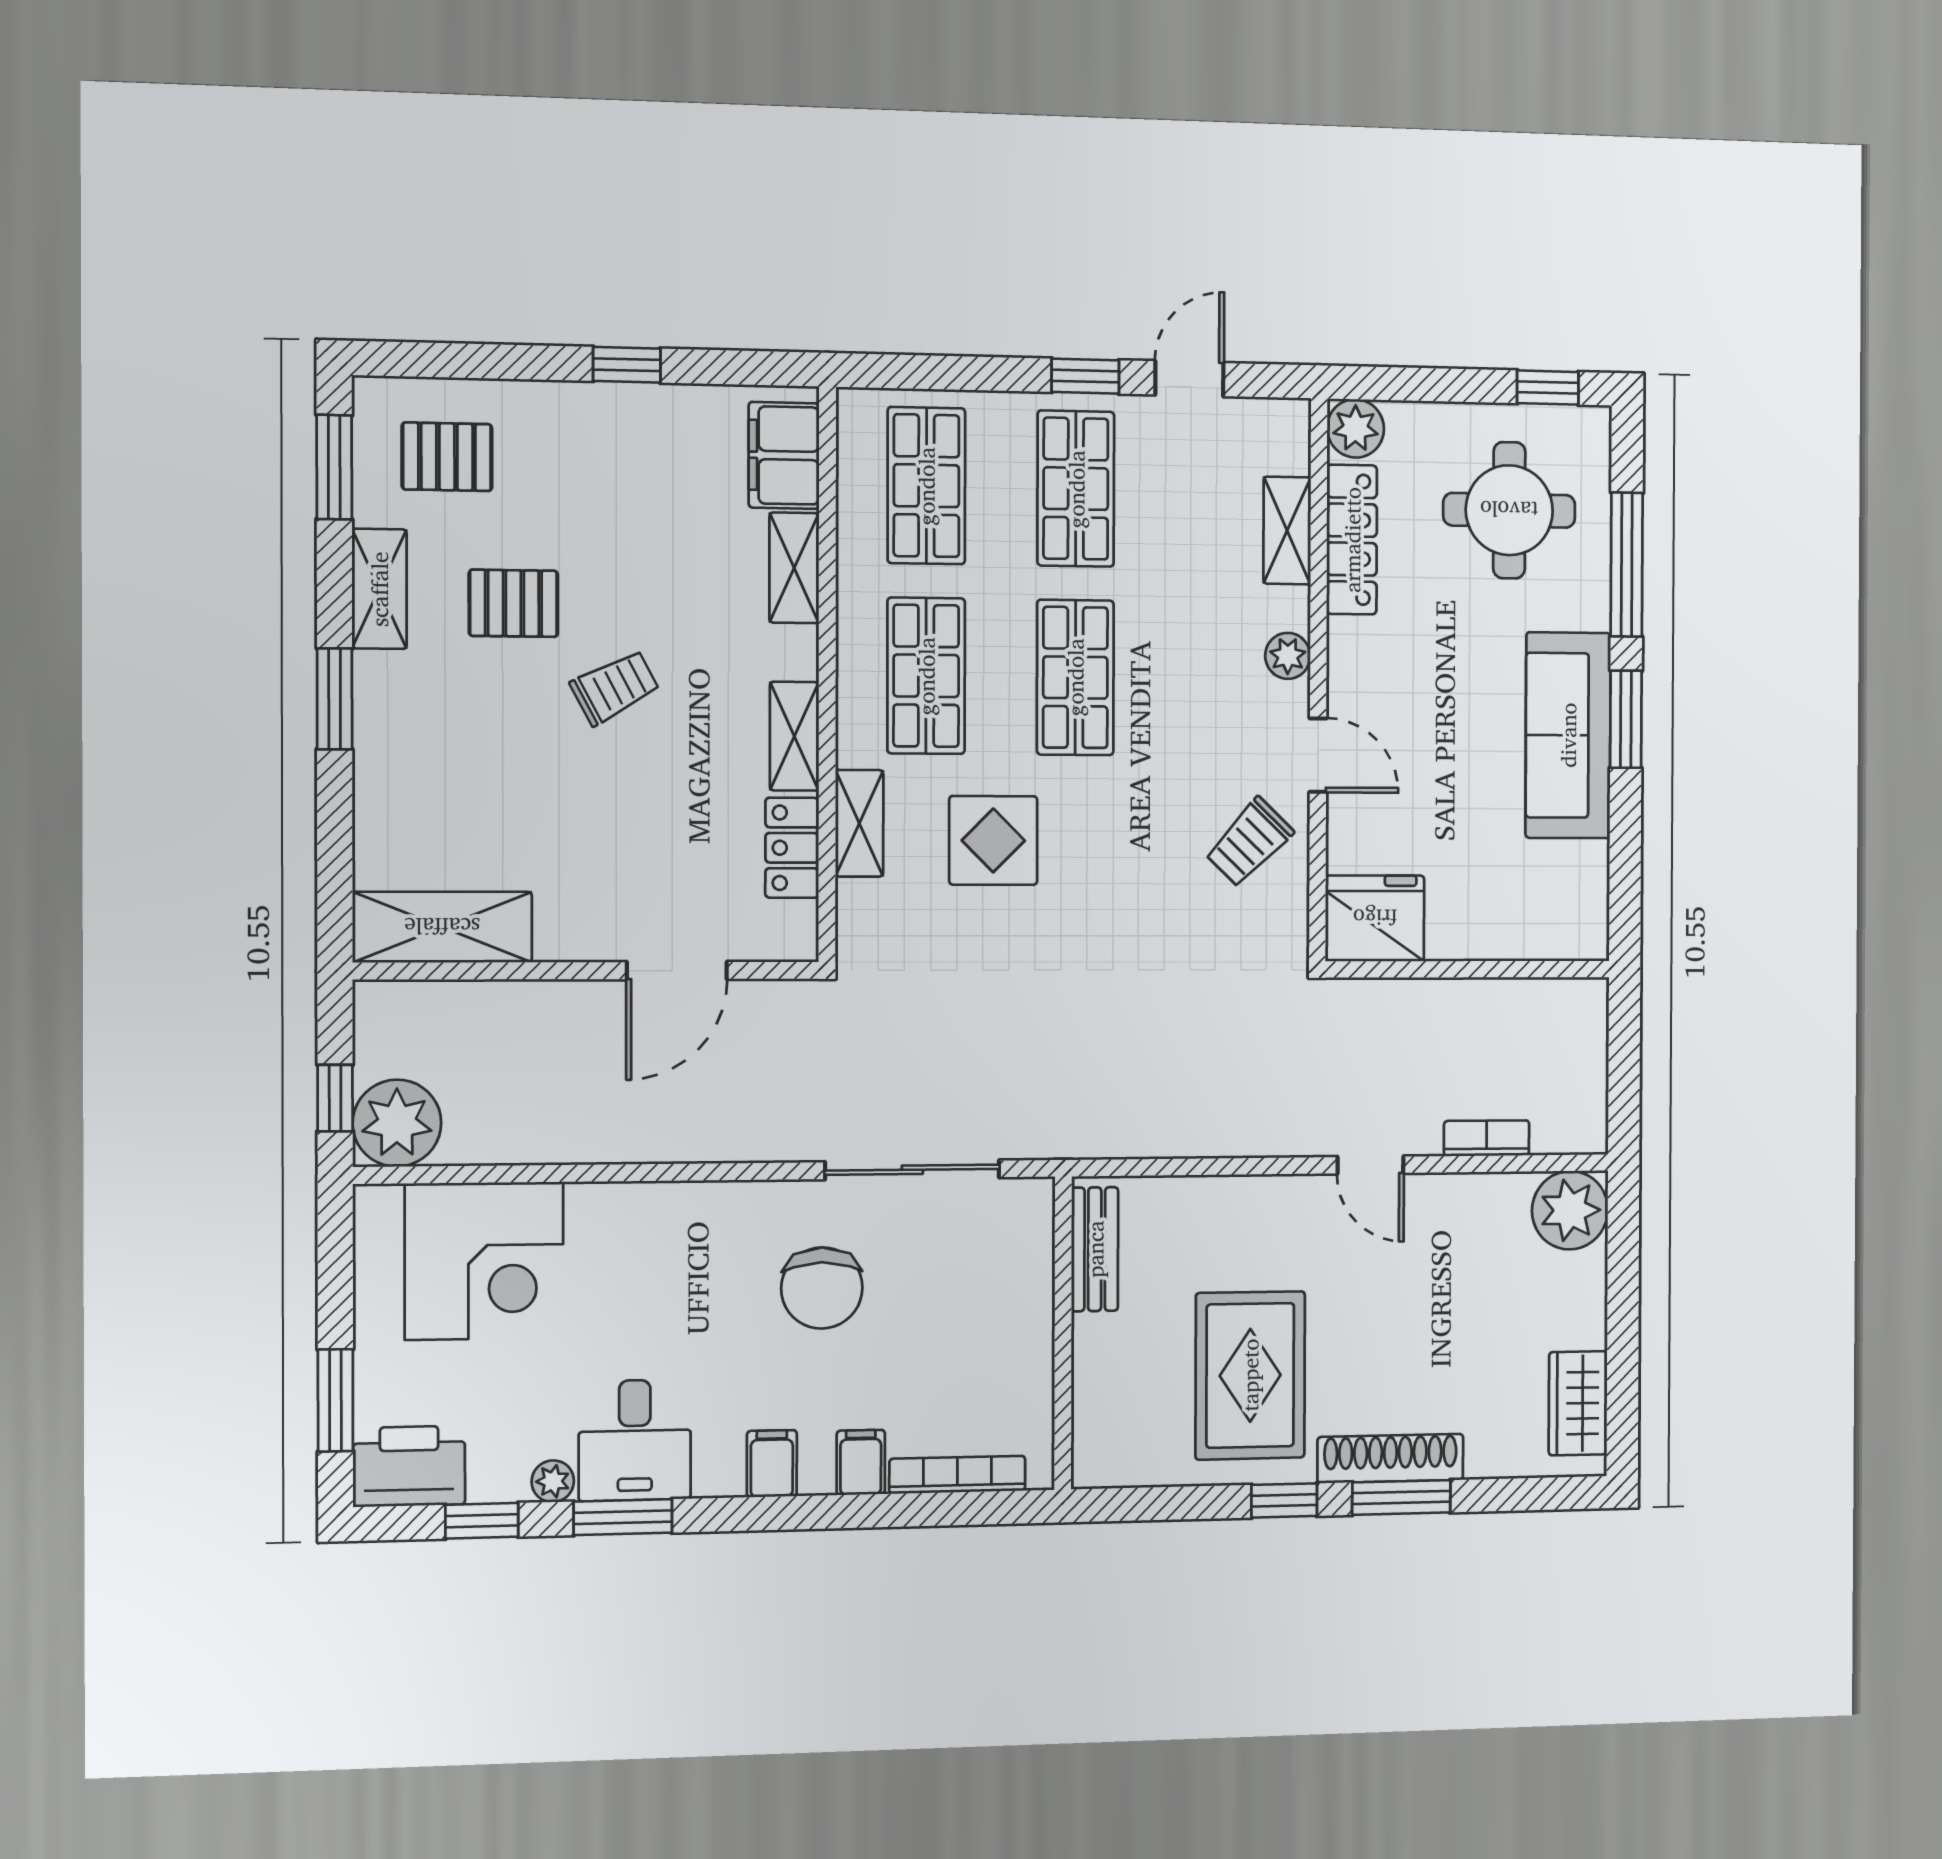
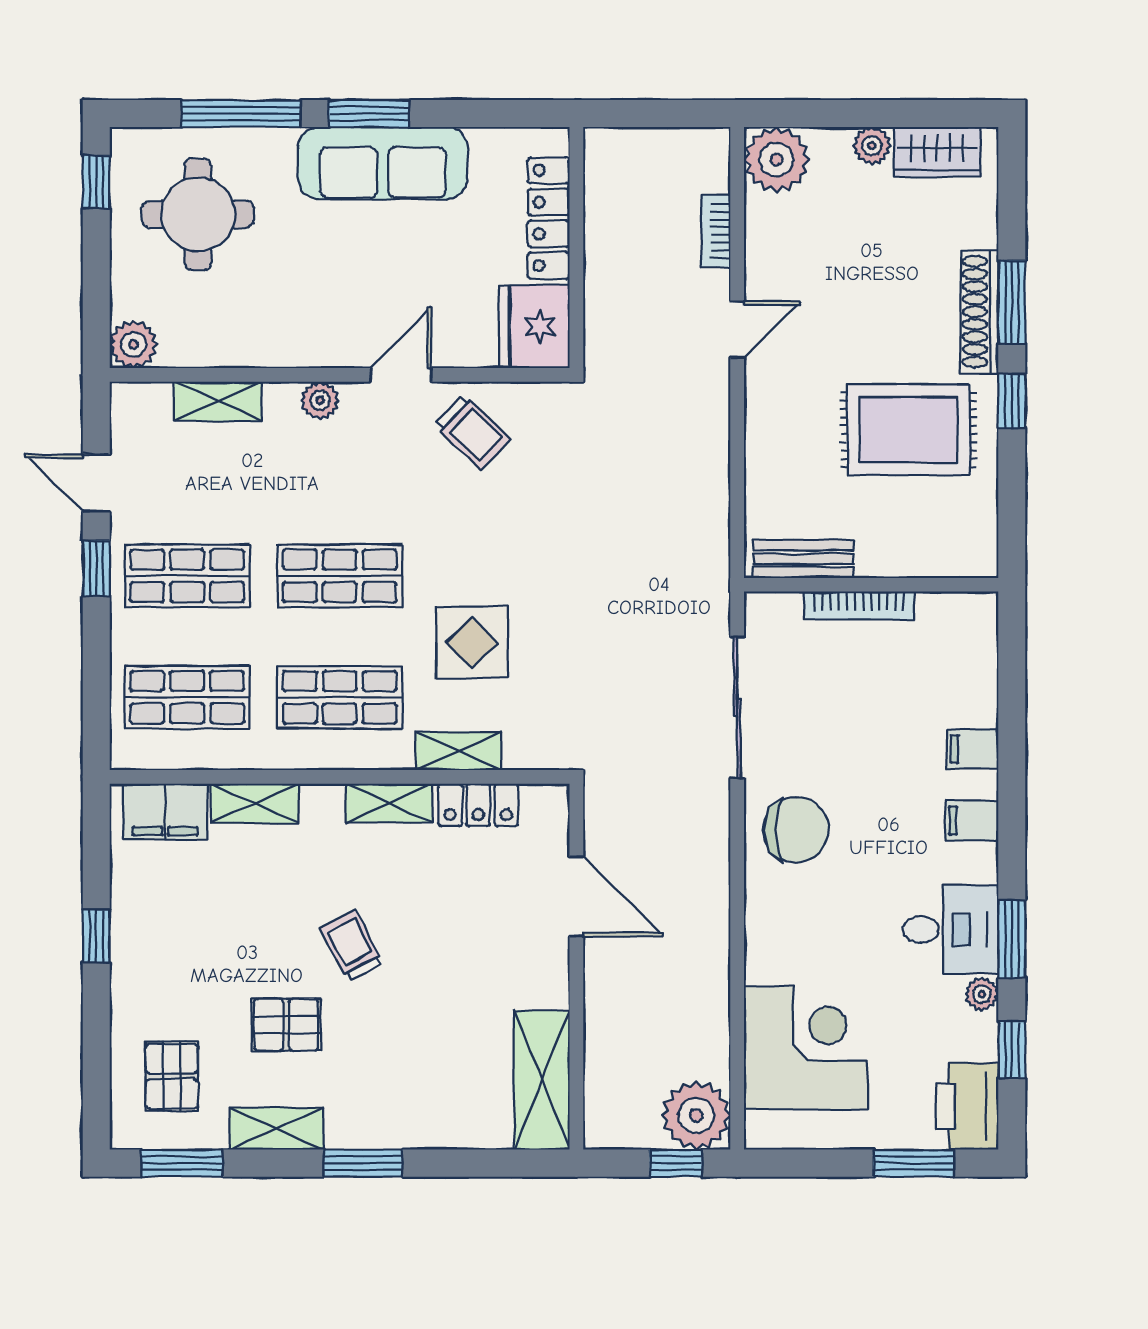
locker: (1352, 540) -> (549, 218), moved, turned -90
pallet: (513, 603) -> (286, 1025), turned 90
chair: (822, 1288) -> (796, 830), moved
plant: (1586, 1325) -> (872, 146), added
bookcase: (957, 1475) -> (859, 606), moved, turned -90

